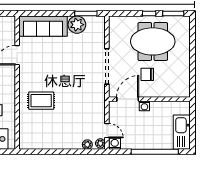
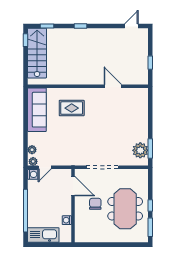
plant: (77, 25) -> (140, 150), moved
sofa: (43, 26) -> (37, 110), moved, turned 180
rug: (41, 101) -> (72, 108), turned 90
washing machine: (144, 106) -> (67, 220), moved

